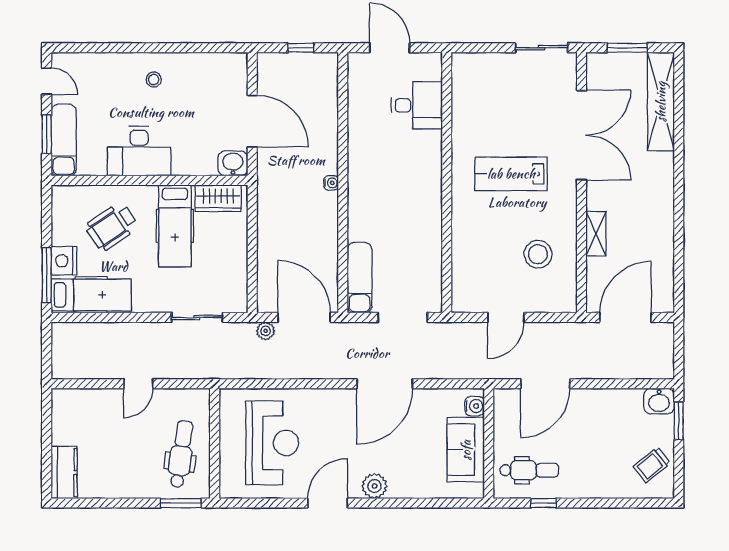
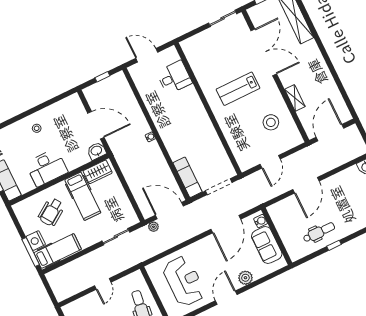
water cooler: (475, 406) -> (261, 221), moved
wall: (489, 443) -> (277, 236), moved
sofa: (466, 450) -> (267, 245), moved

